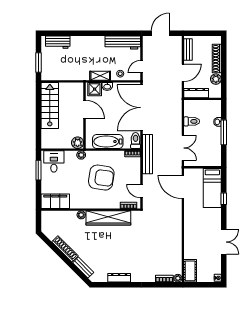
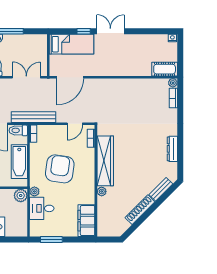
desk: (54, 161) -> (42, 208), moved
double door: (224, 242) -> (110, 31), moved

